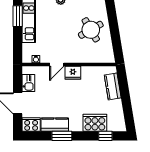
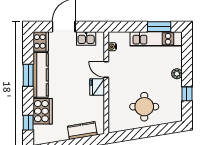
round table: (91, 30) -> (144, 107), turned 30
kitchen counter: (55, 125) -> (41, 75), width x1.50

